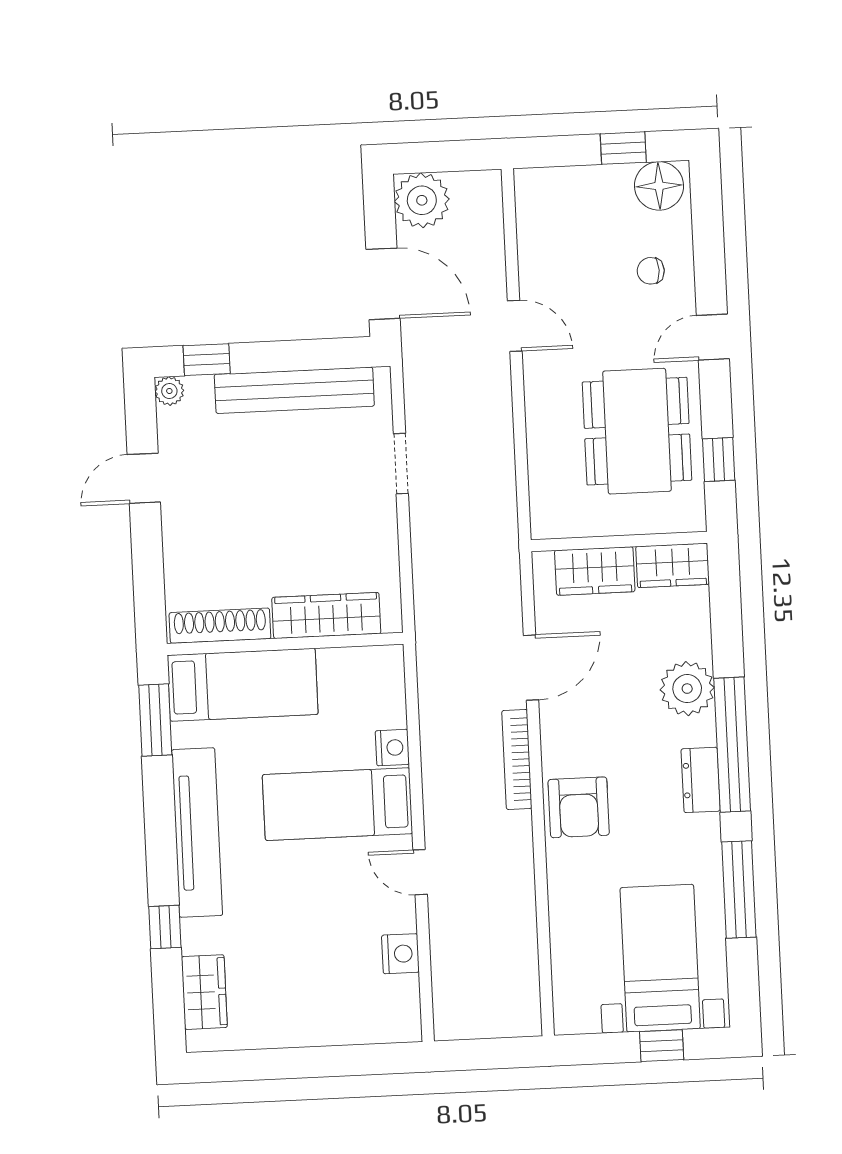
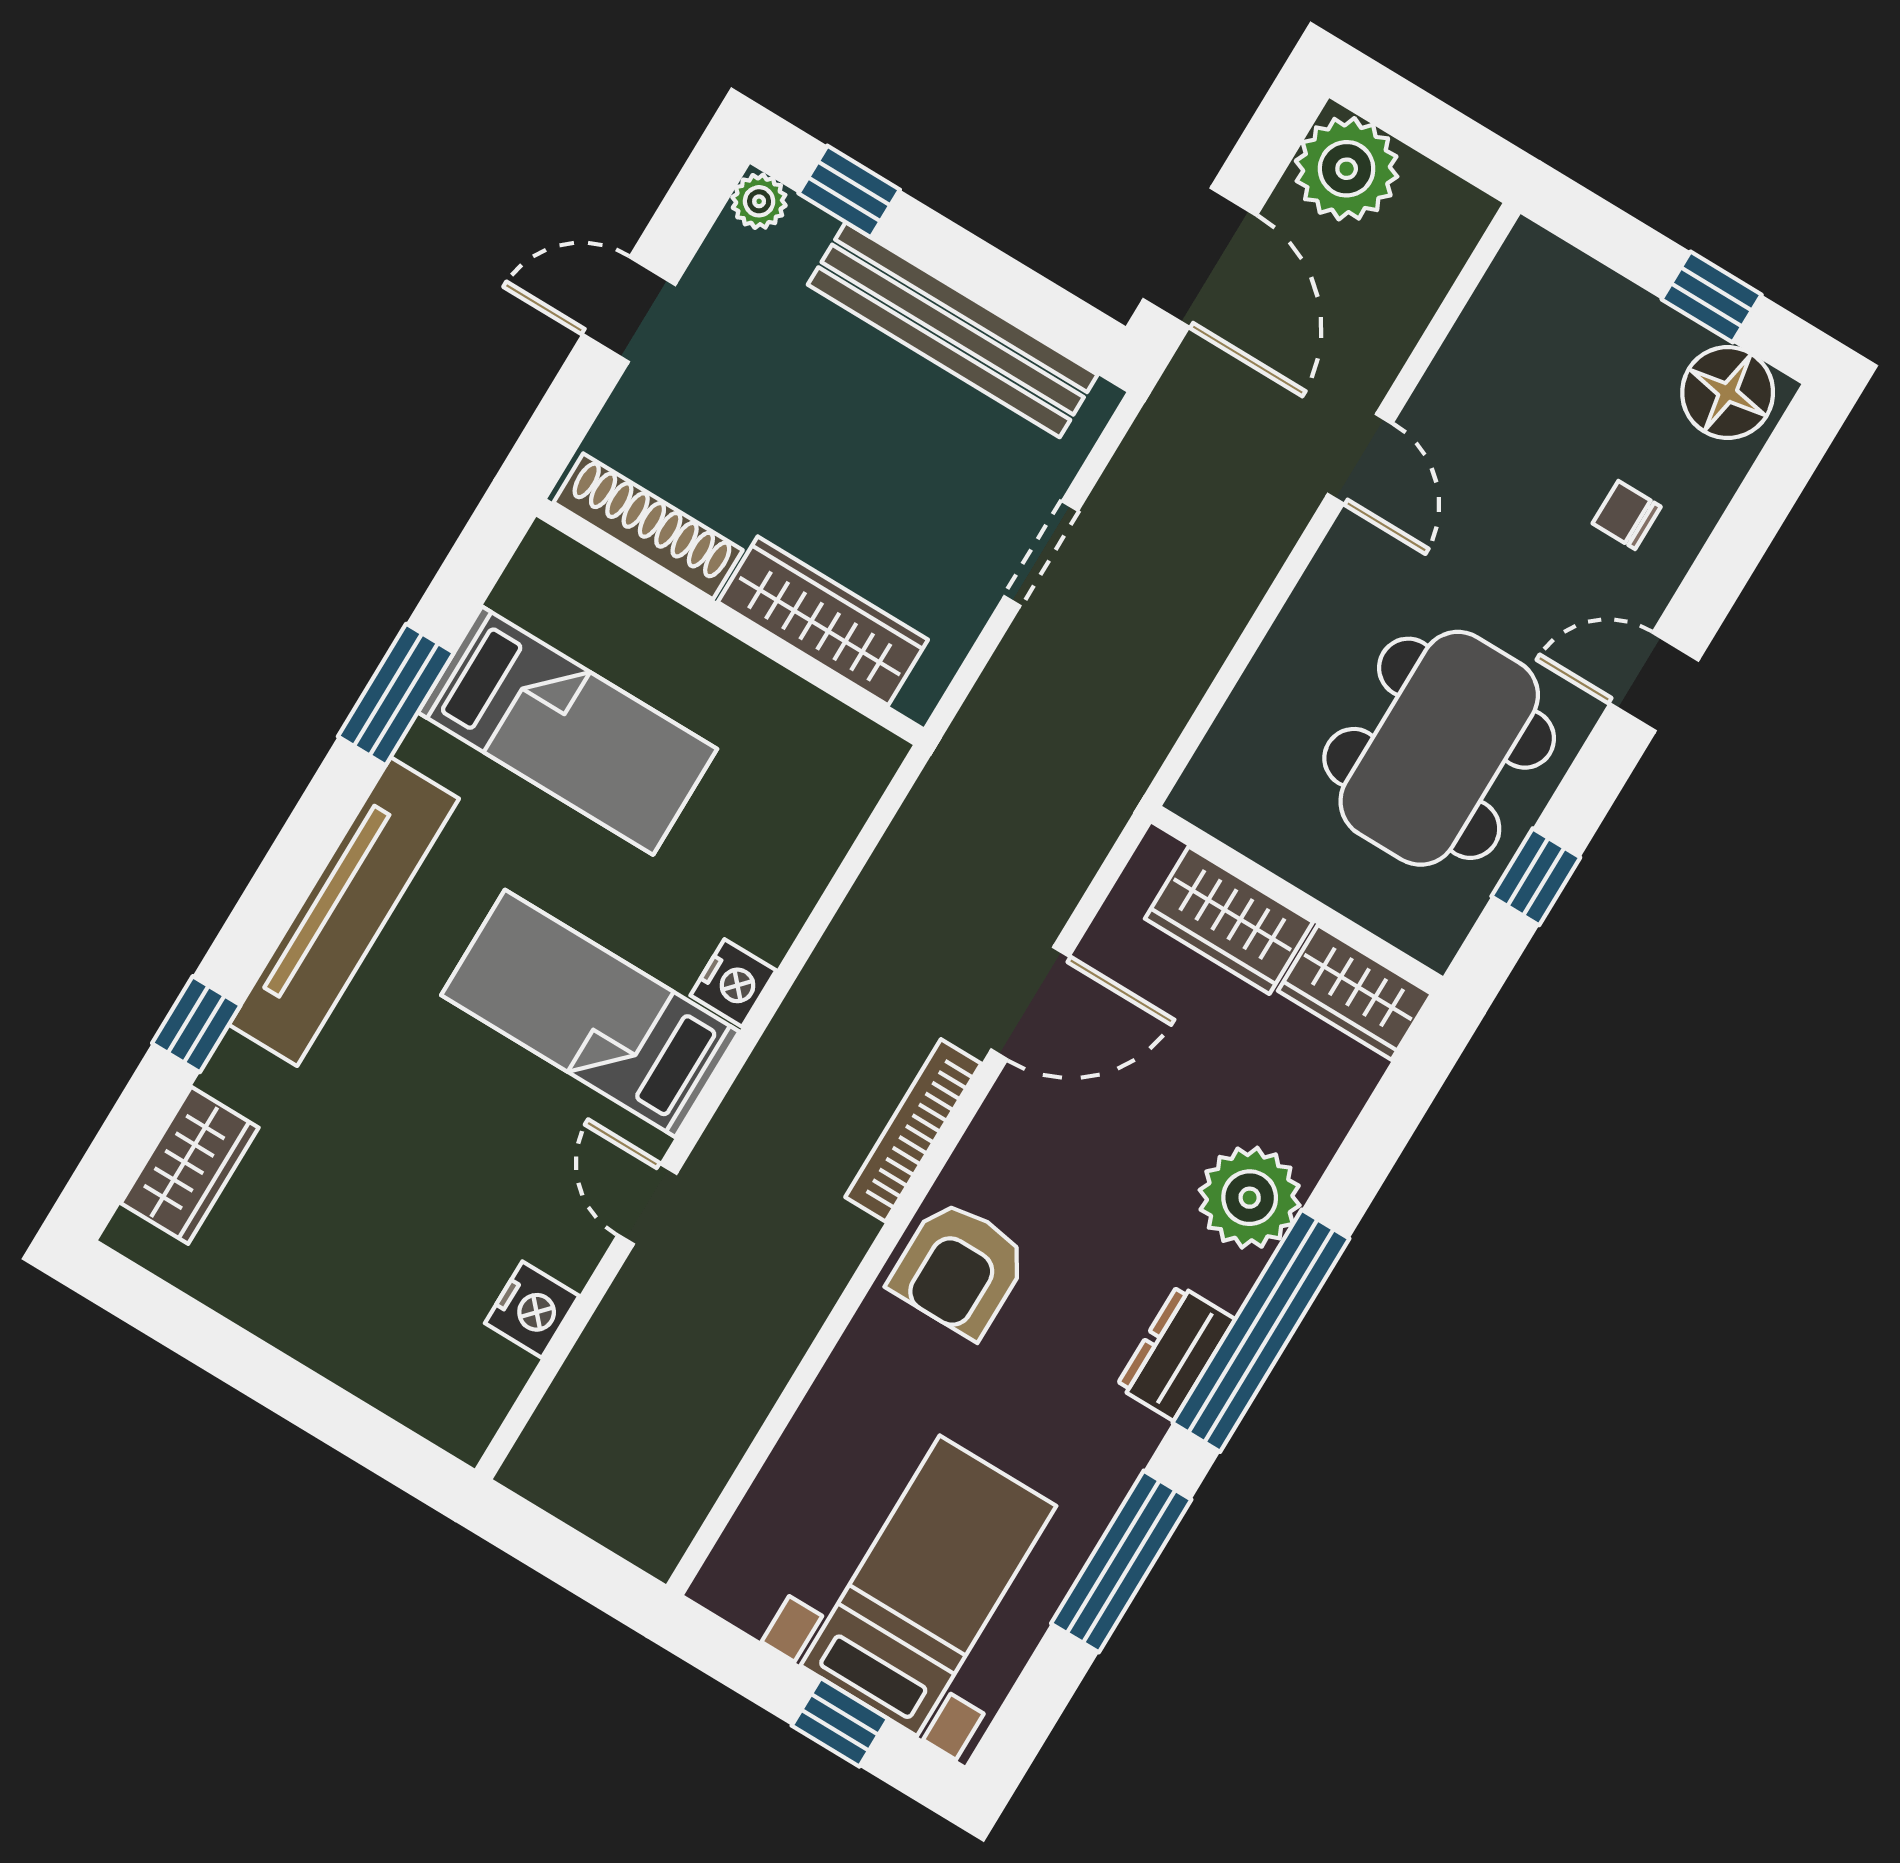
wardrobe: (326, 615) -> (823, 621), moved
shoe rack: (220, 626) -> (648, 526), moved
wall: (285, 644) -> (730, 622), moved

